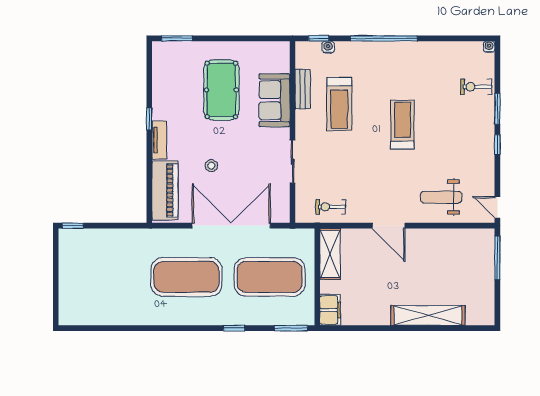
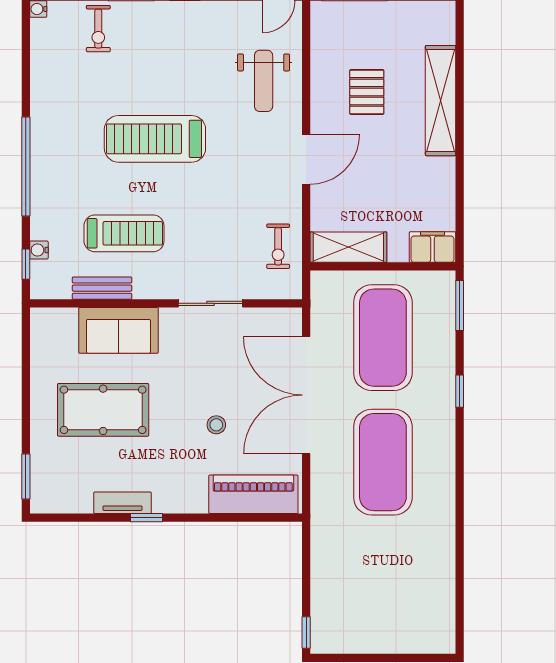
treadmill: (402, 125) -> (155, 139), width x1.37, depth x1.38
tv unit: (159, 140) -> (122, 503), moved
pallet: (434, 266) -> (367, 92), added

